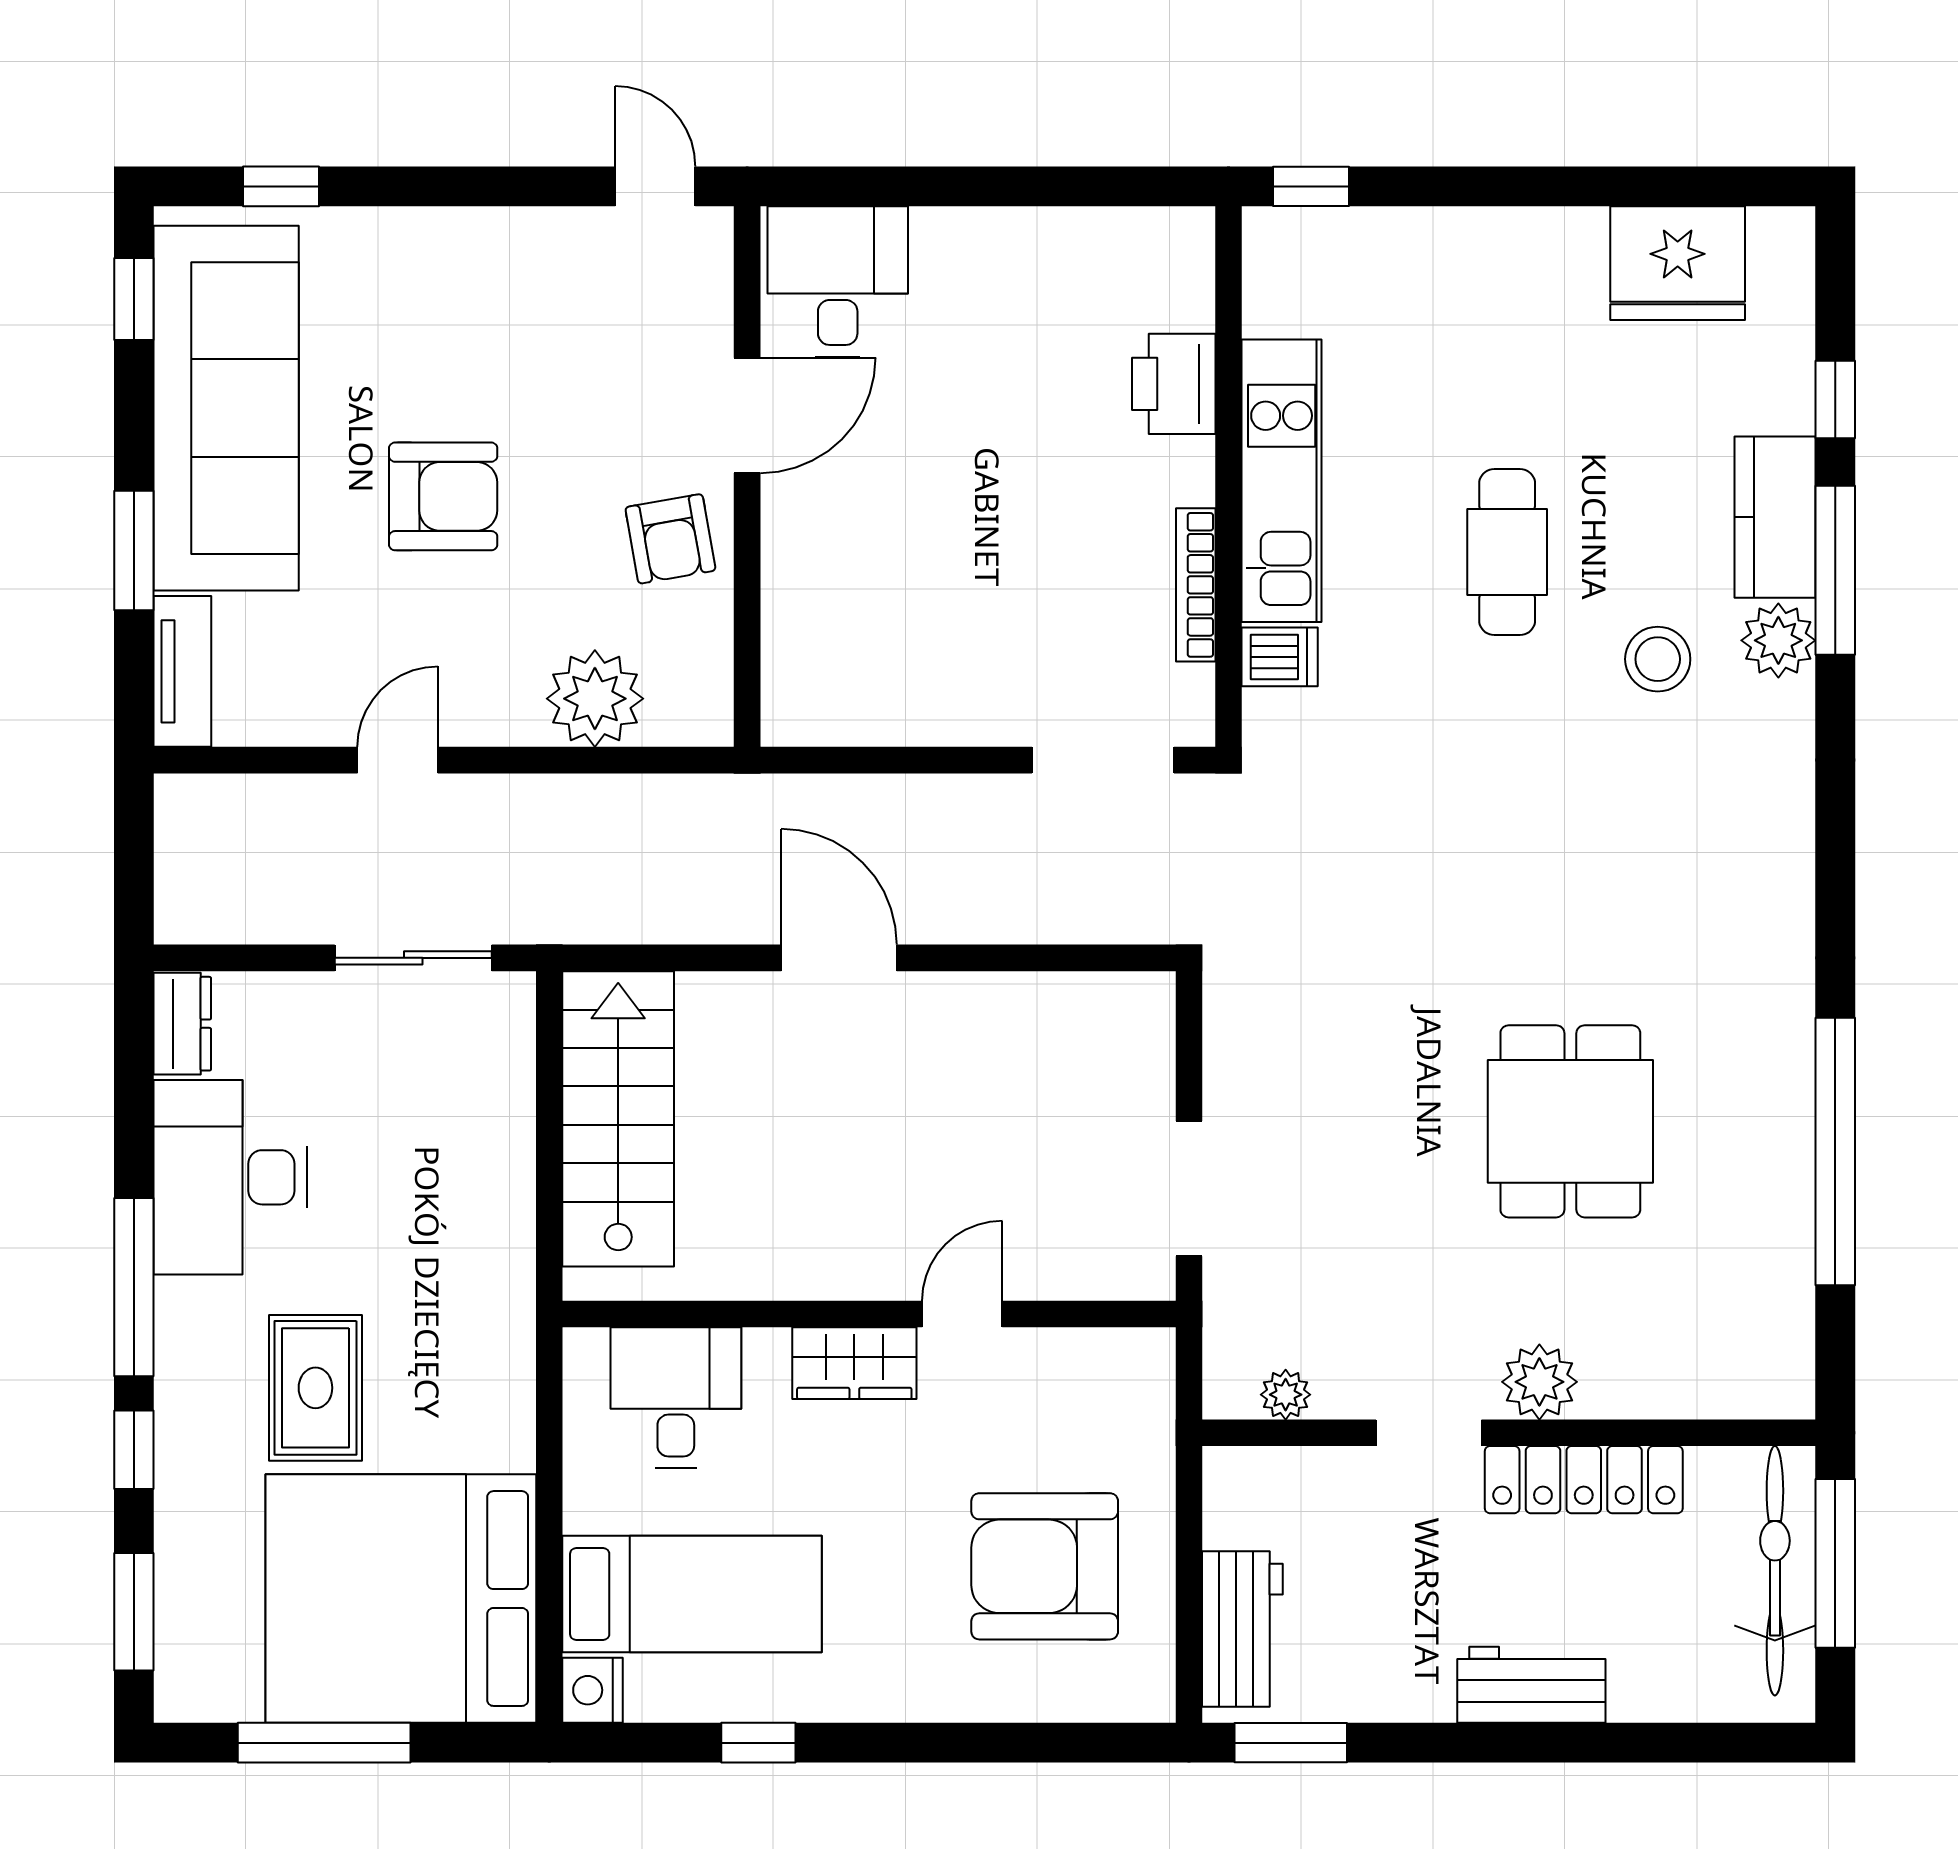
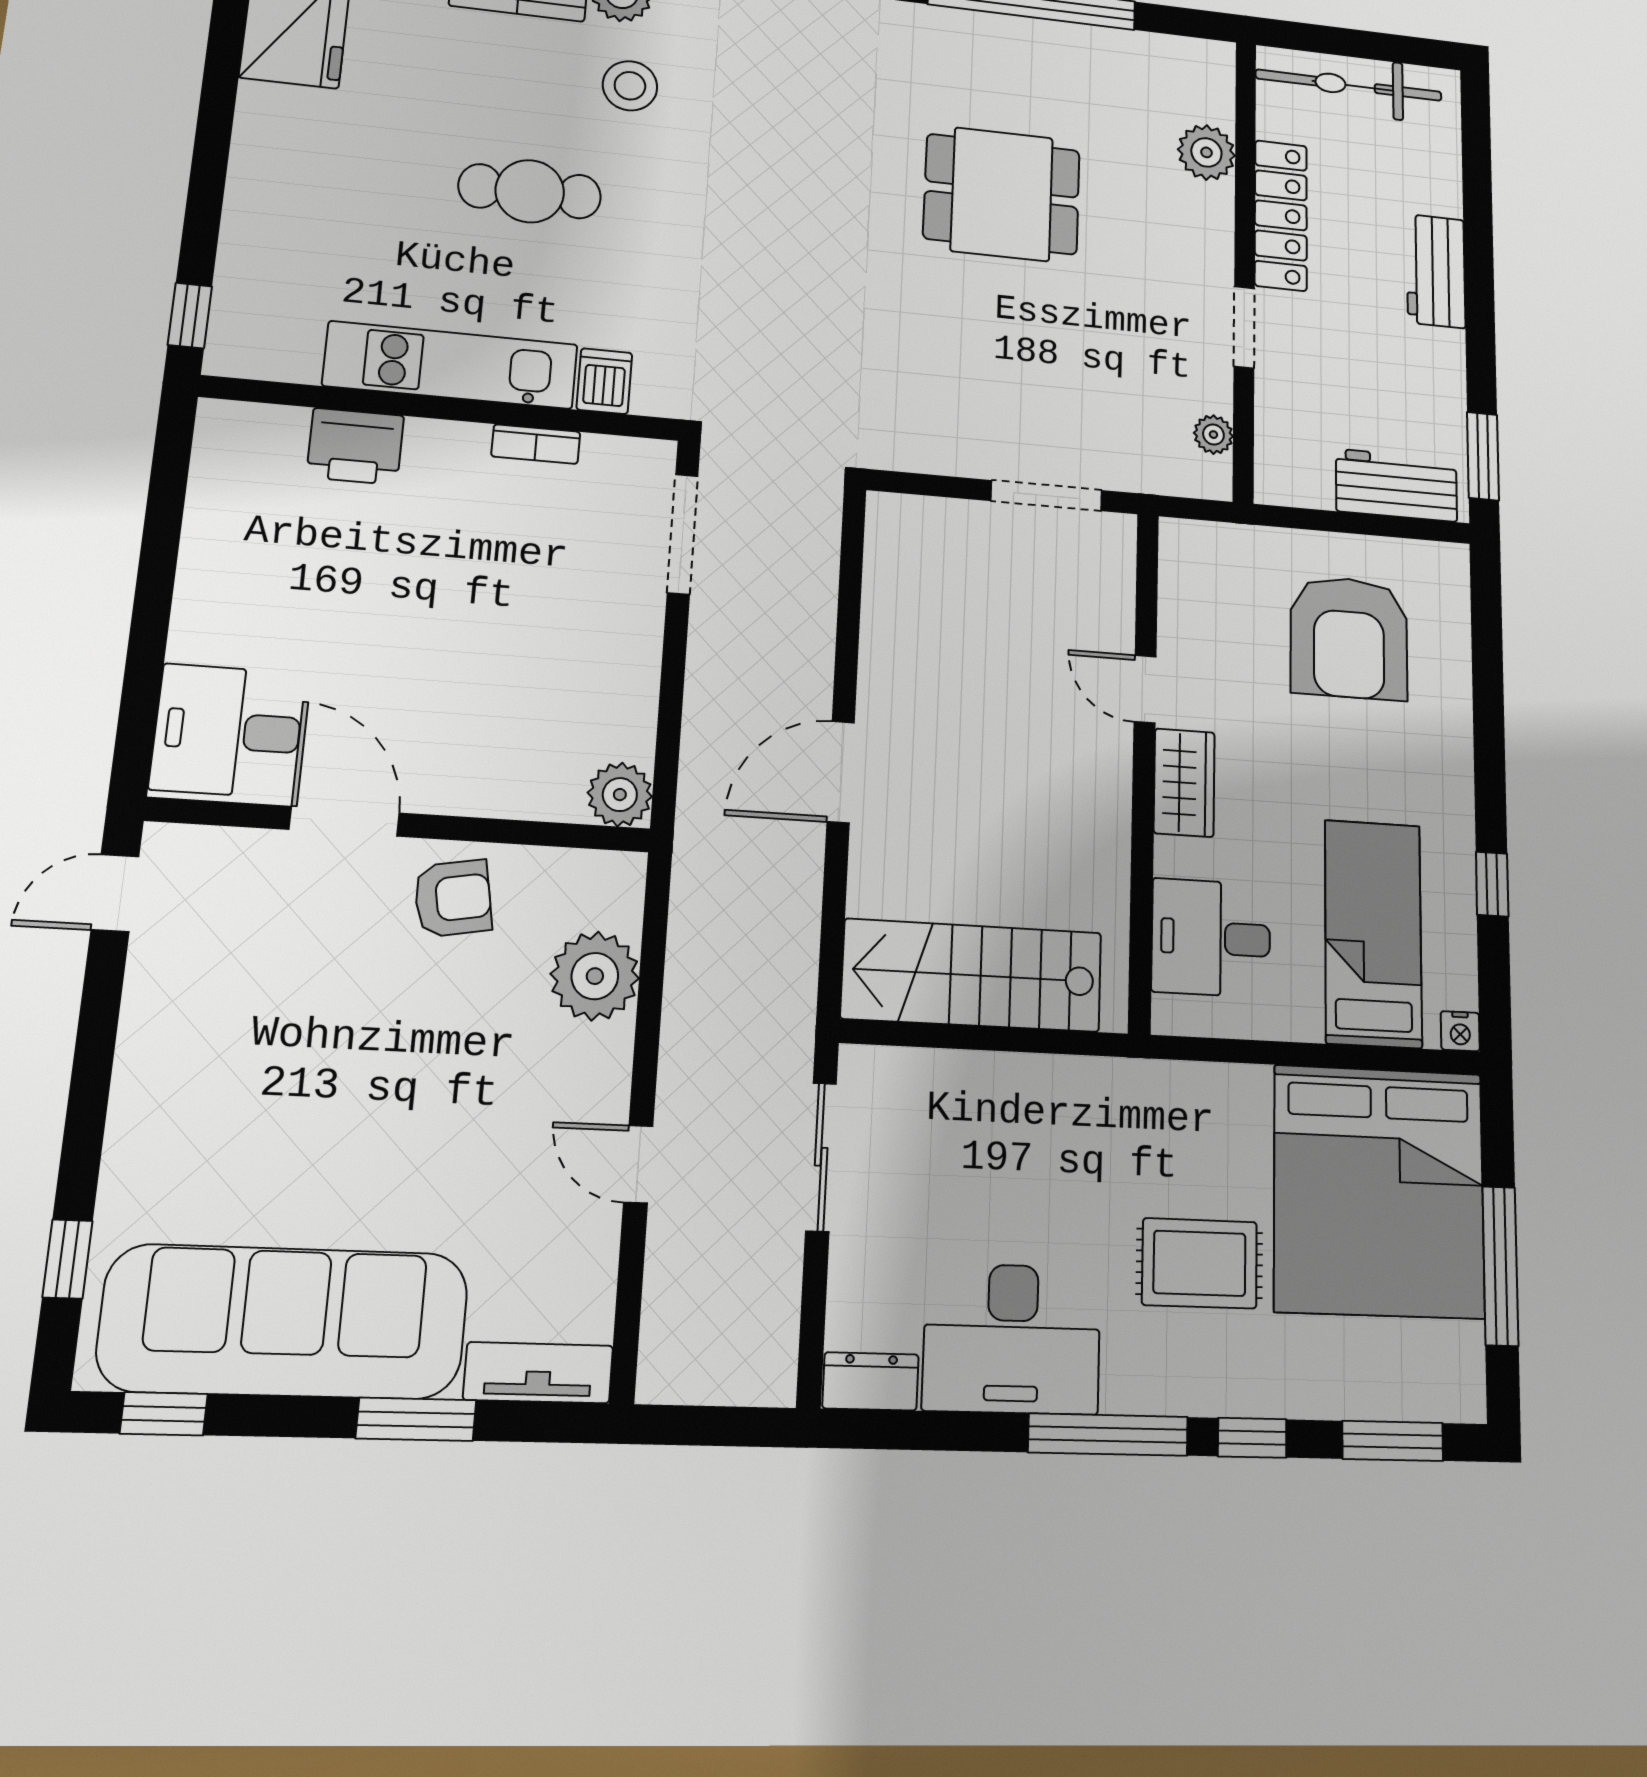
armchair: (443, 496) -> (392, 1110), removed
bookcase: (1196, 585) -> (536, 444), width x0.64
plant: (796, 711) -> (620, 795), added
plant: (1539, 1382) -> (1206, 152), moved
window: (1835, 1563) -> (1343, 42), removed
nightstand: (593, 1690) -> (1460, 1031), width x0.72, depth x0.74

